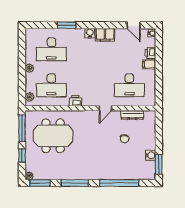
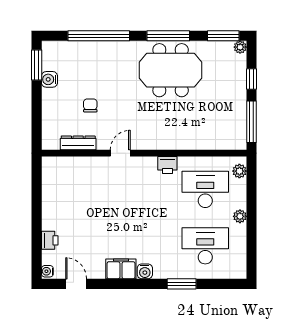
filing cabinet: (149, 64) -> (52, 222), removed
desk: (129, 85) -> (83, 189), removed
meeting table: (53, 136) -> (171, 70), moved

